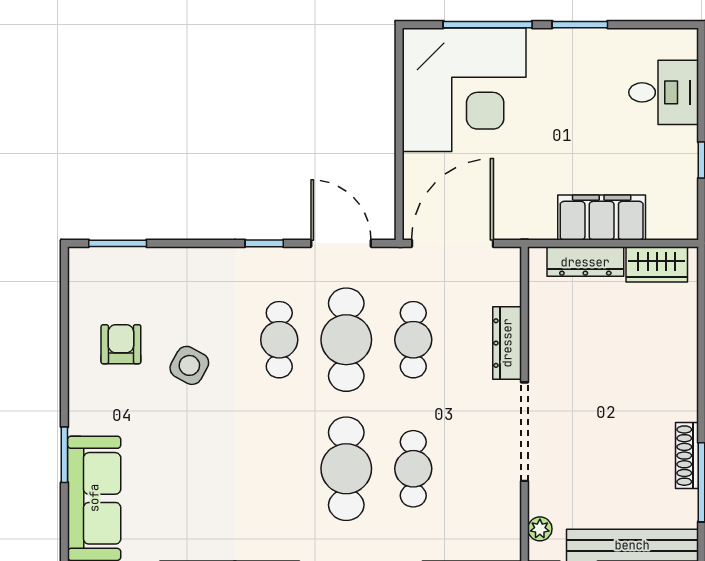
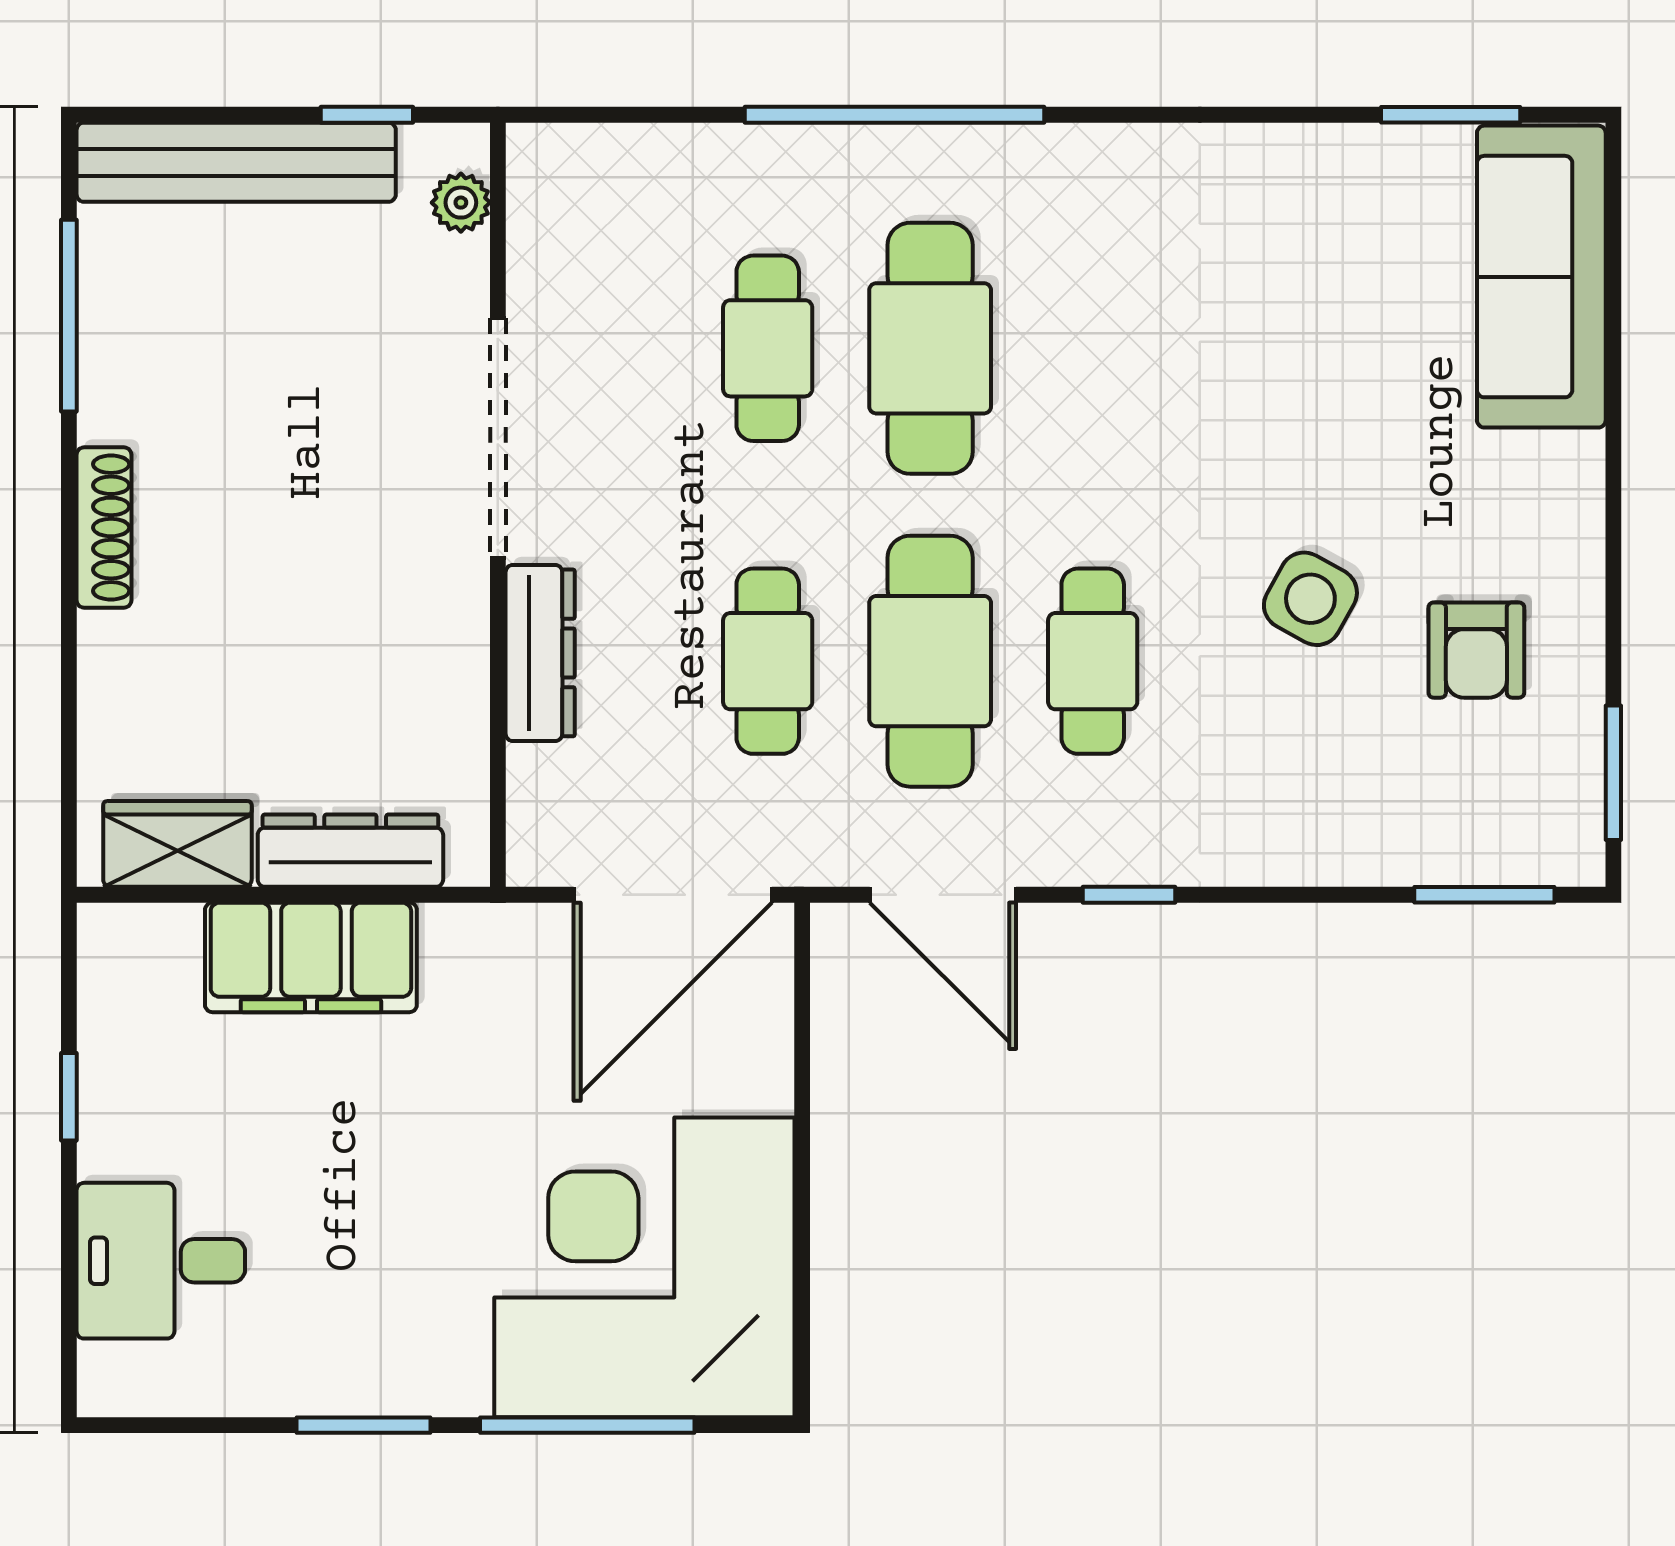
window: (64, 455) -> (1613, 773), moved
shoe rack: (687, 456) -> (104, 528), moved

